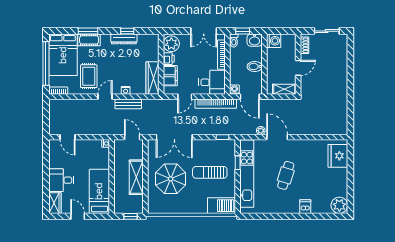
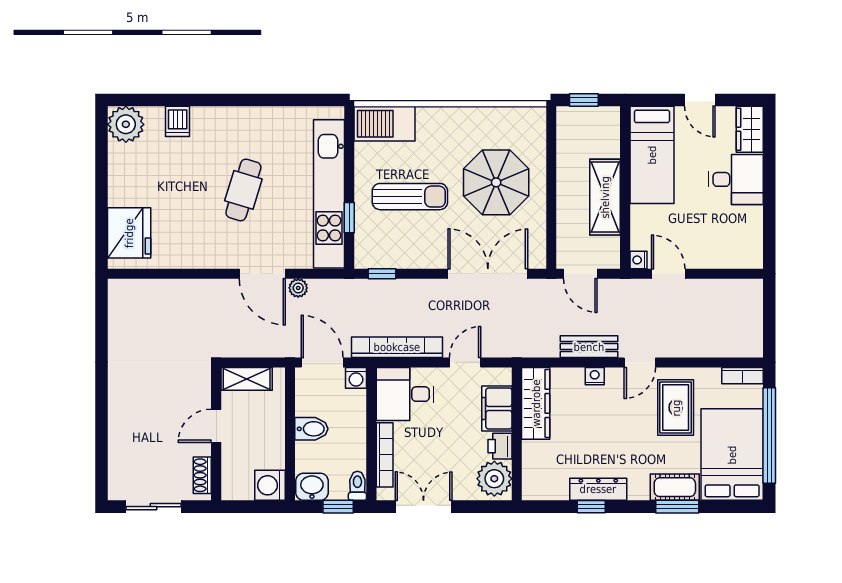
door: (68, 137) -> (668, 274), moved
shelving: (136, 177) -> (605, 197), moved
dishwasher: (305, 207) -> (178, 121), moved

